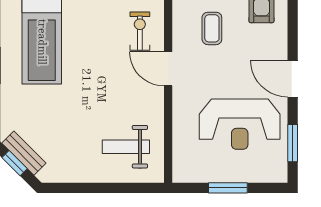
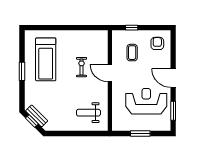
exercise bike: (140, 31) -> (82, 67), moved
reception desk: (240, 124) -> (146, 101), turned 180

